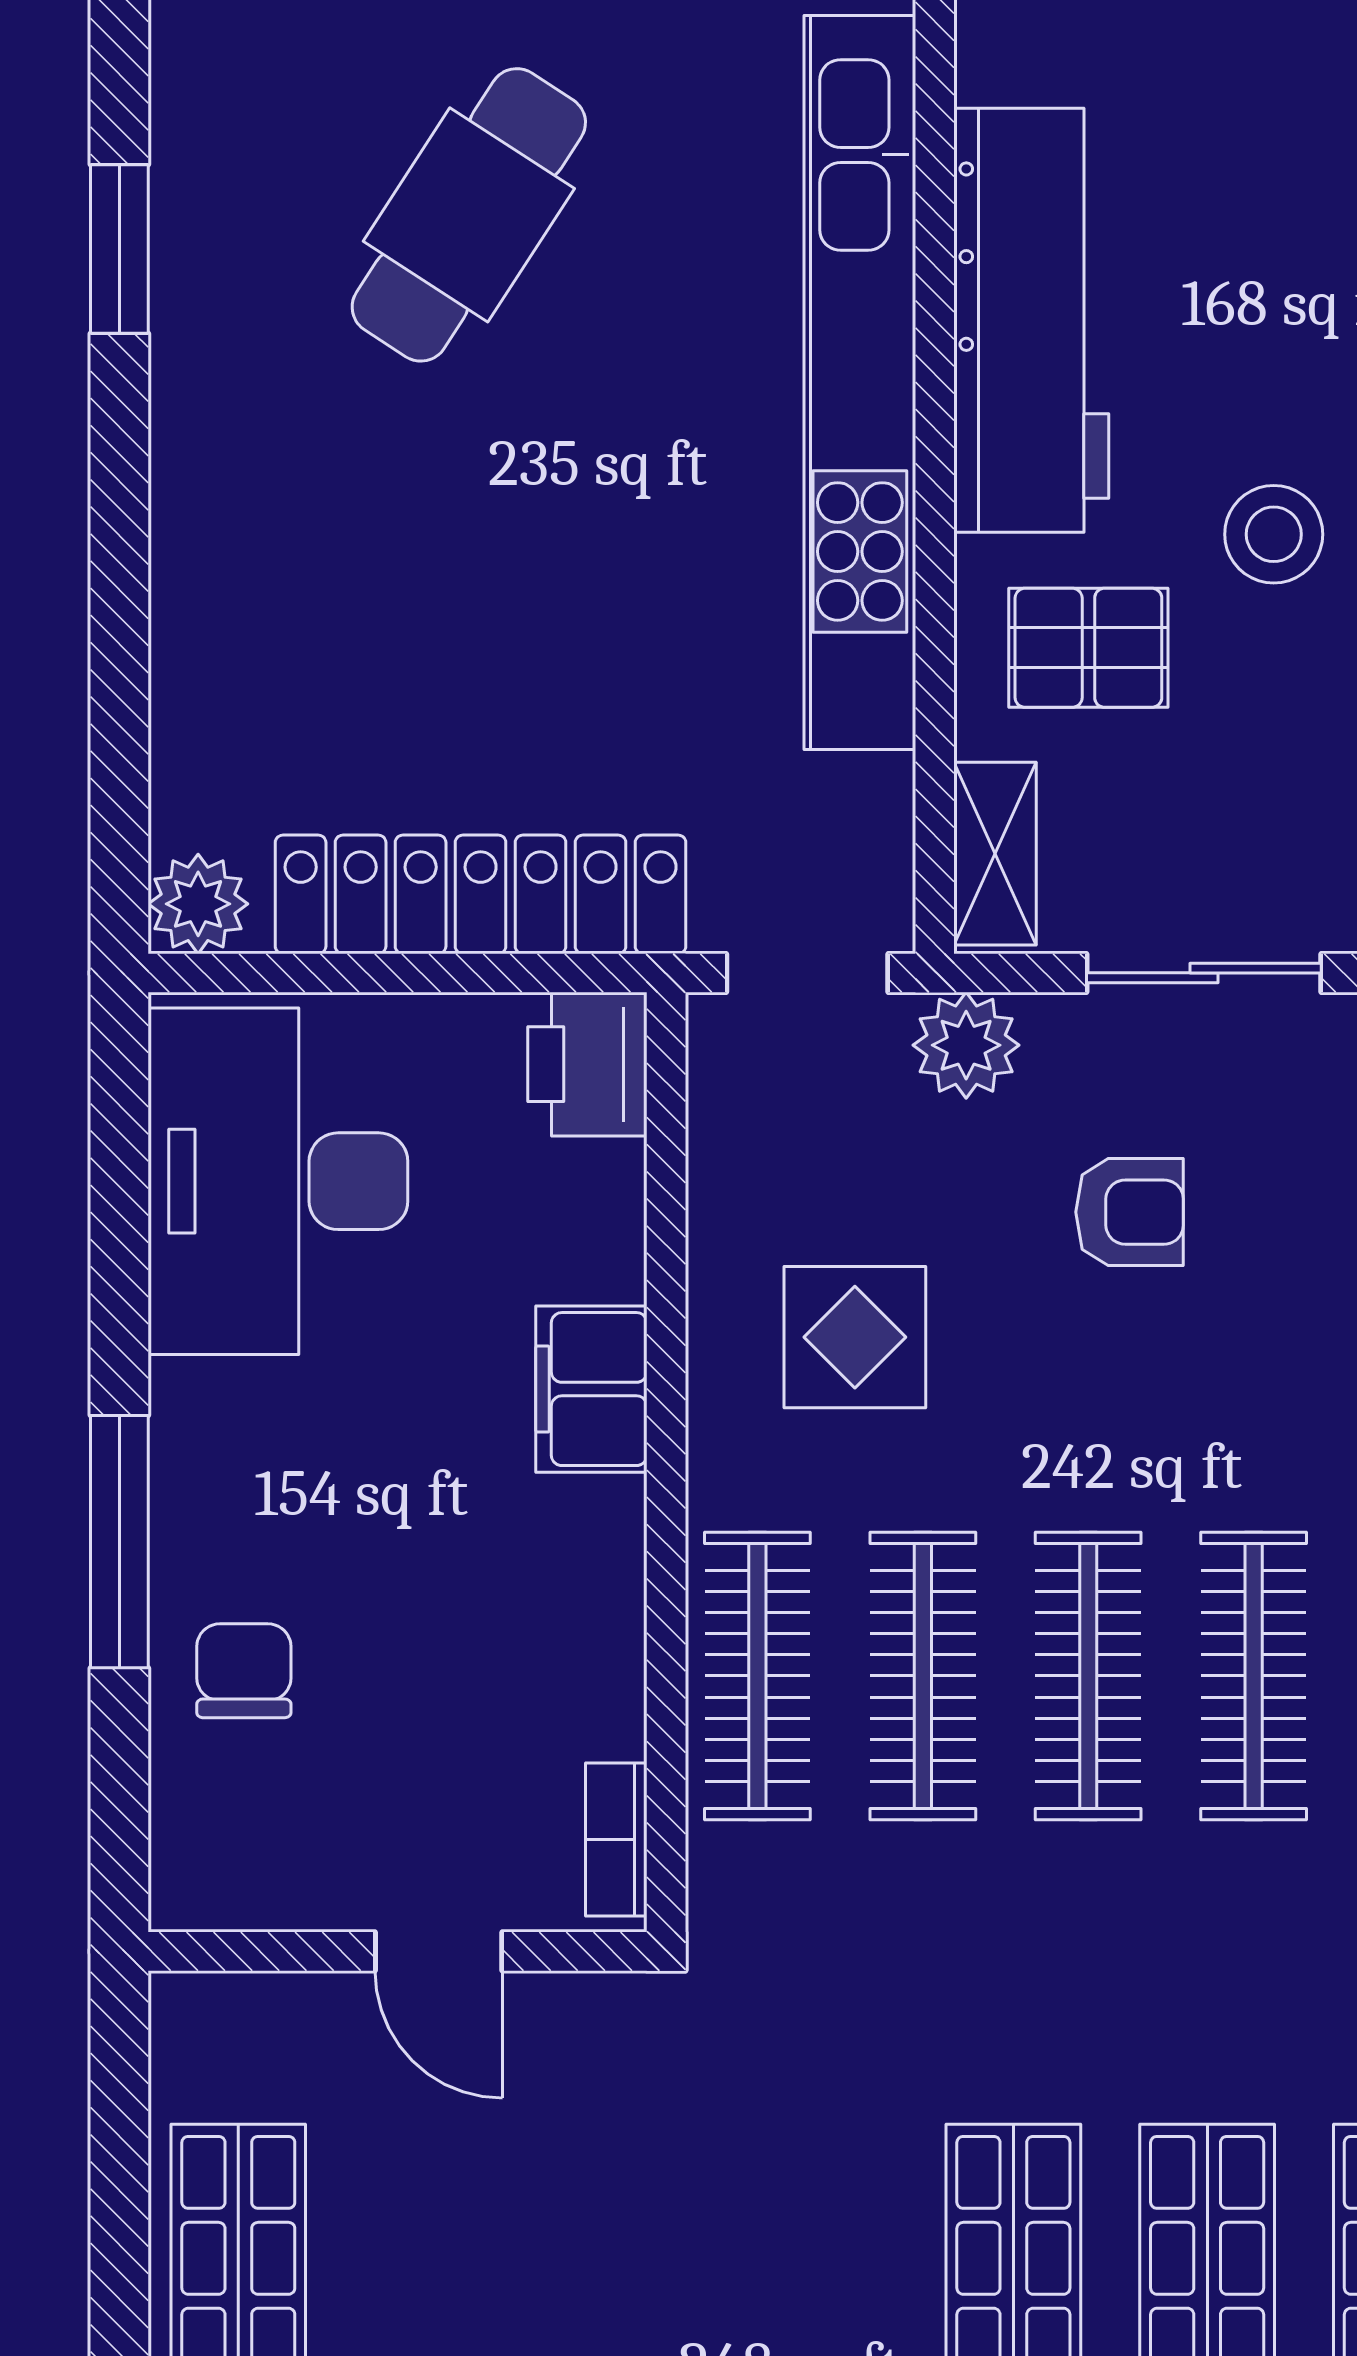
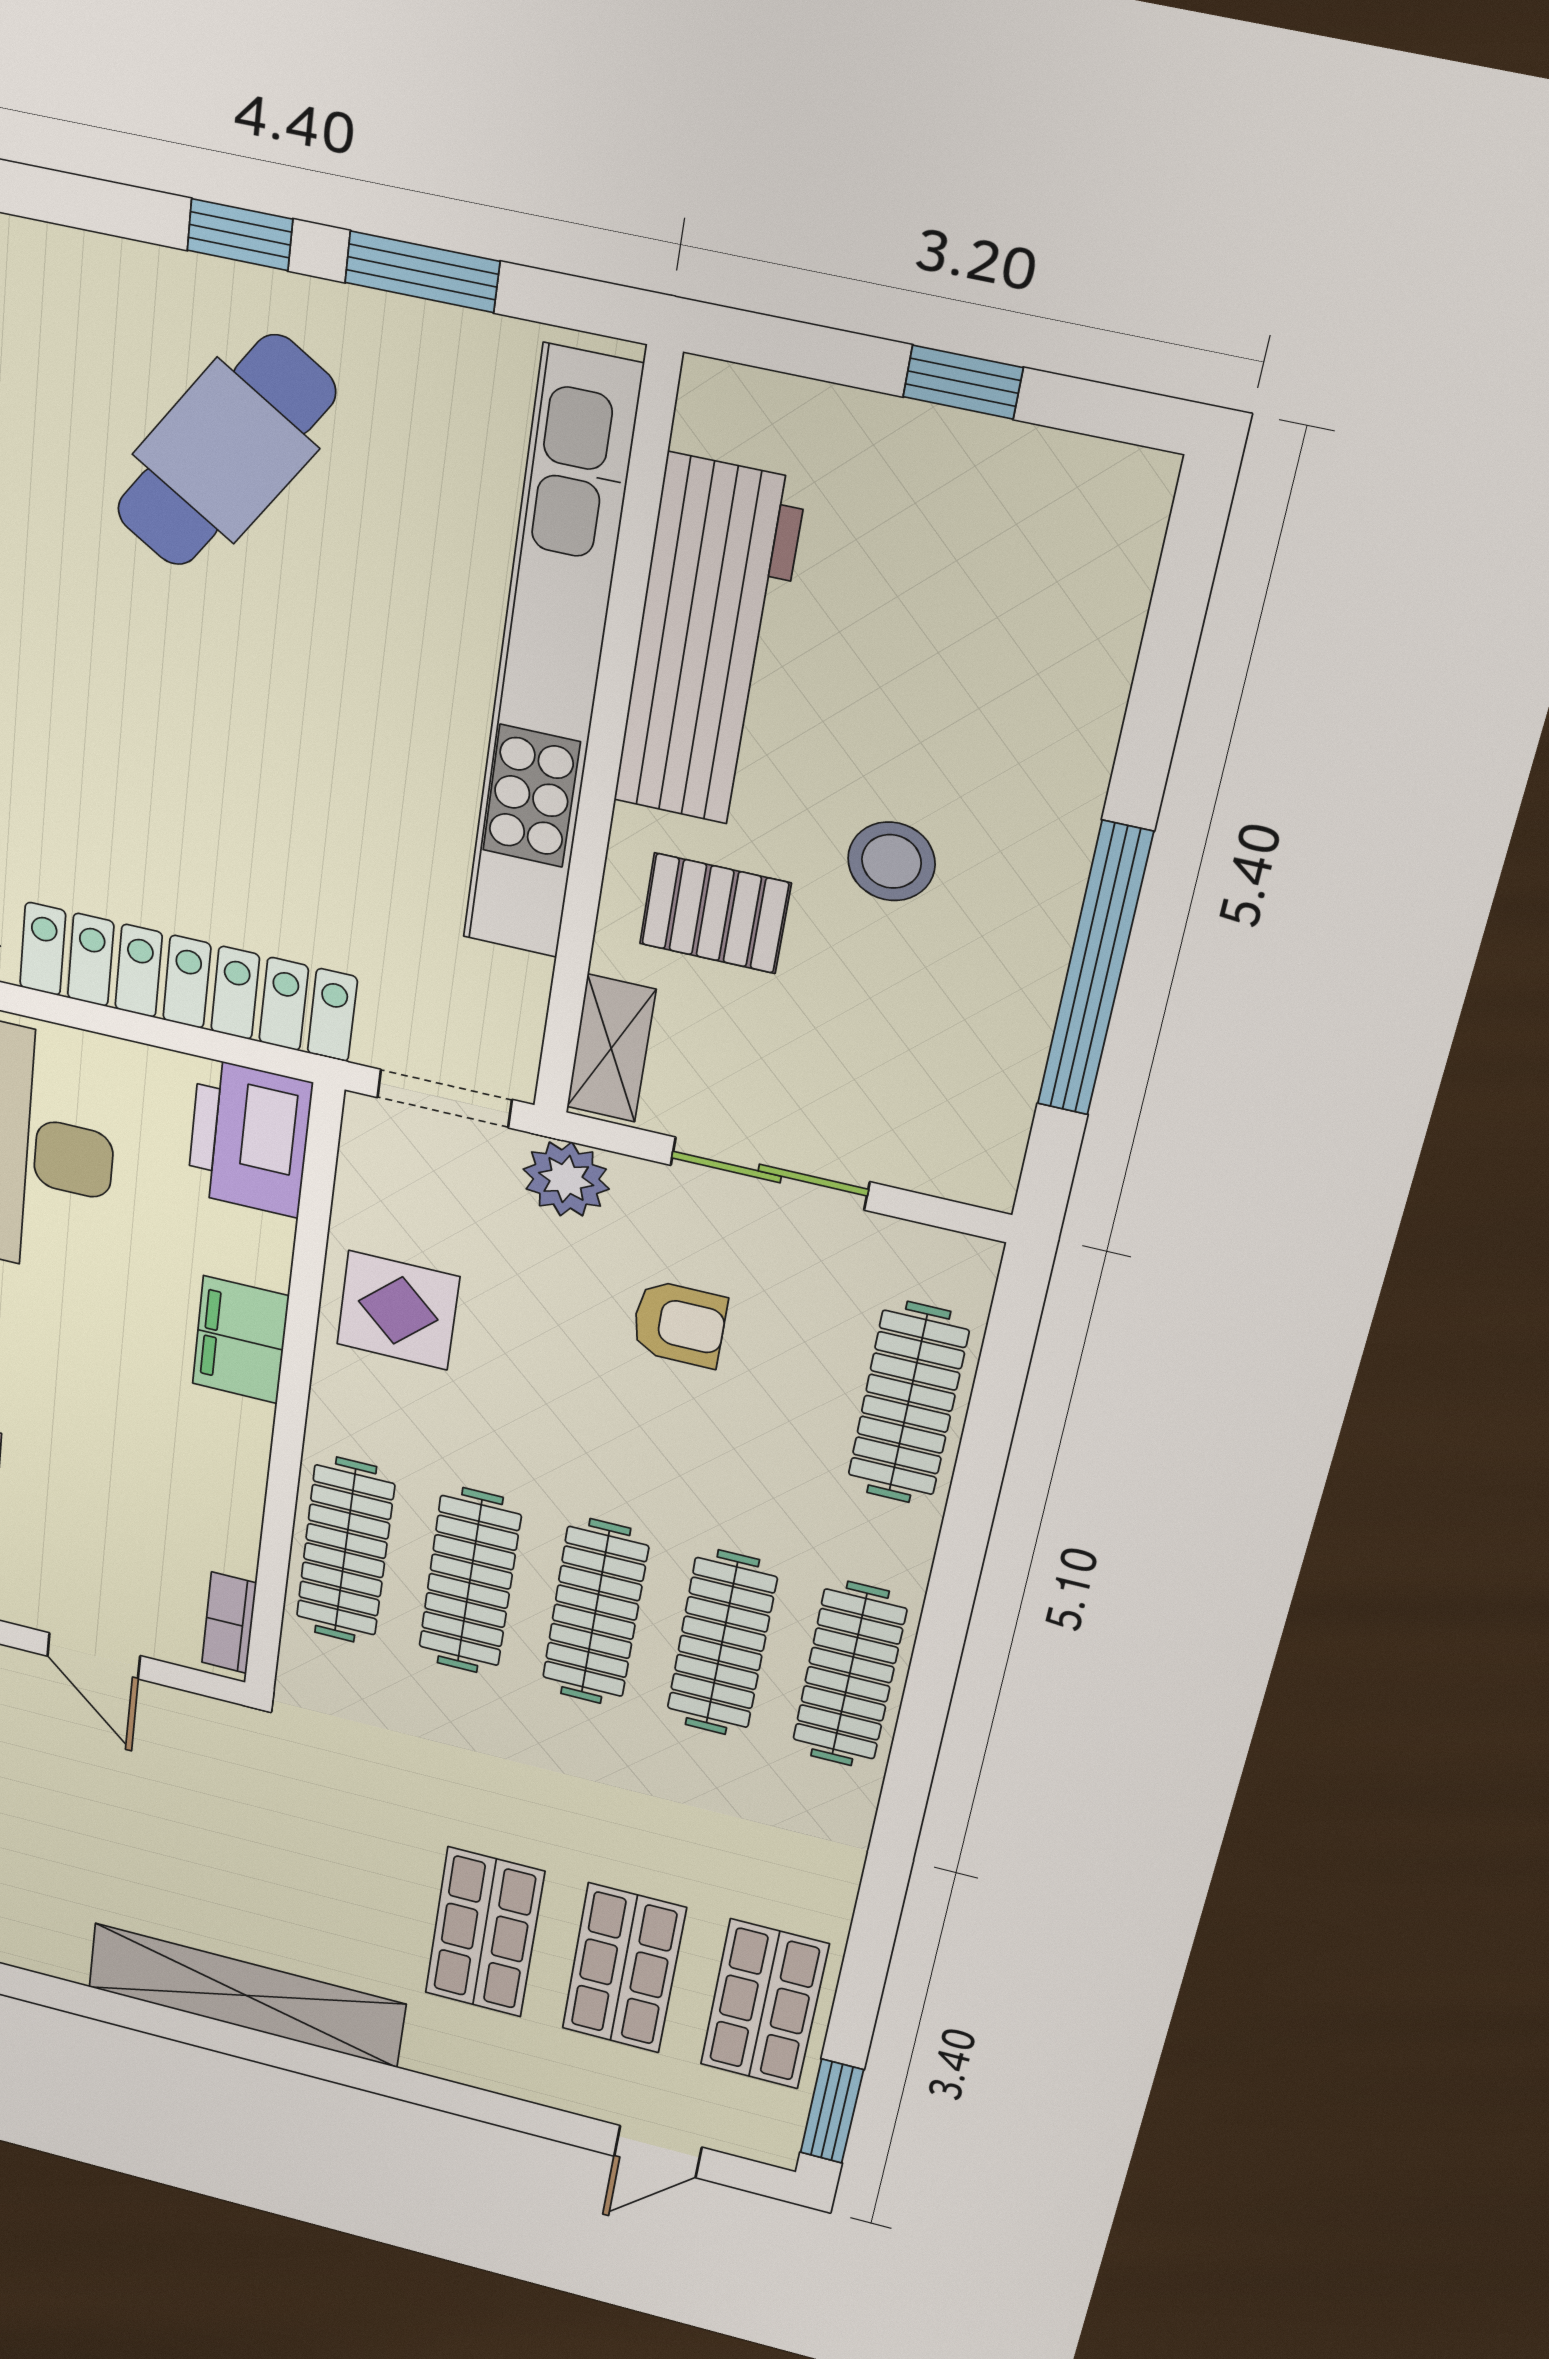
printer: (587, 1064) -> (249, 1138), width x1.37, depth x1.19
display table: (855, 1337) -> (398, 1310), moved

